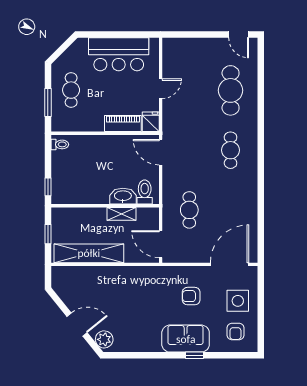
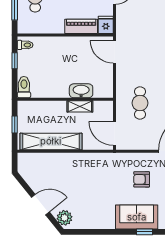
window: (48, 187) -> (15, 61), moved
toilet: (145, 192) -> (24, 87), moved

